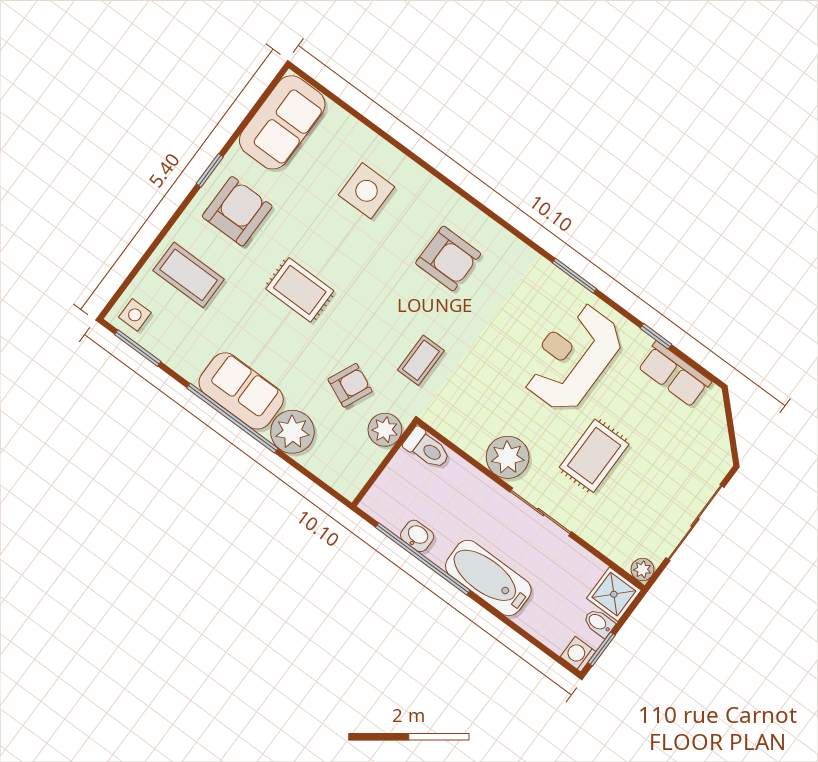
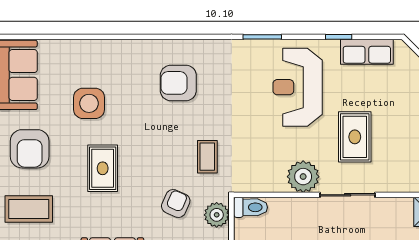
side table: (367, 191) -> (89, 103), moved
armchair: (237, 211) -> (30, 149), turned 180
armchair: (448, 258) -> (178, 83), turned 180
rug: (300, 290) -> (103, 168), turned 90

